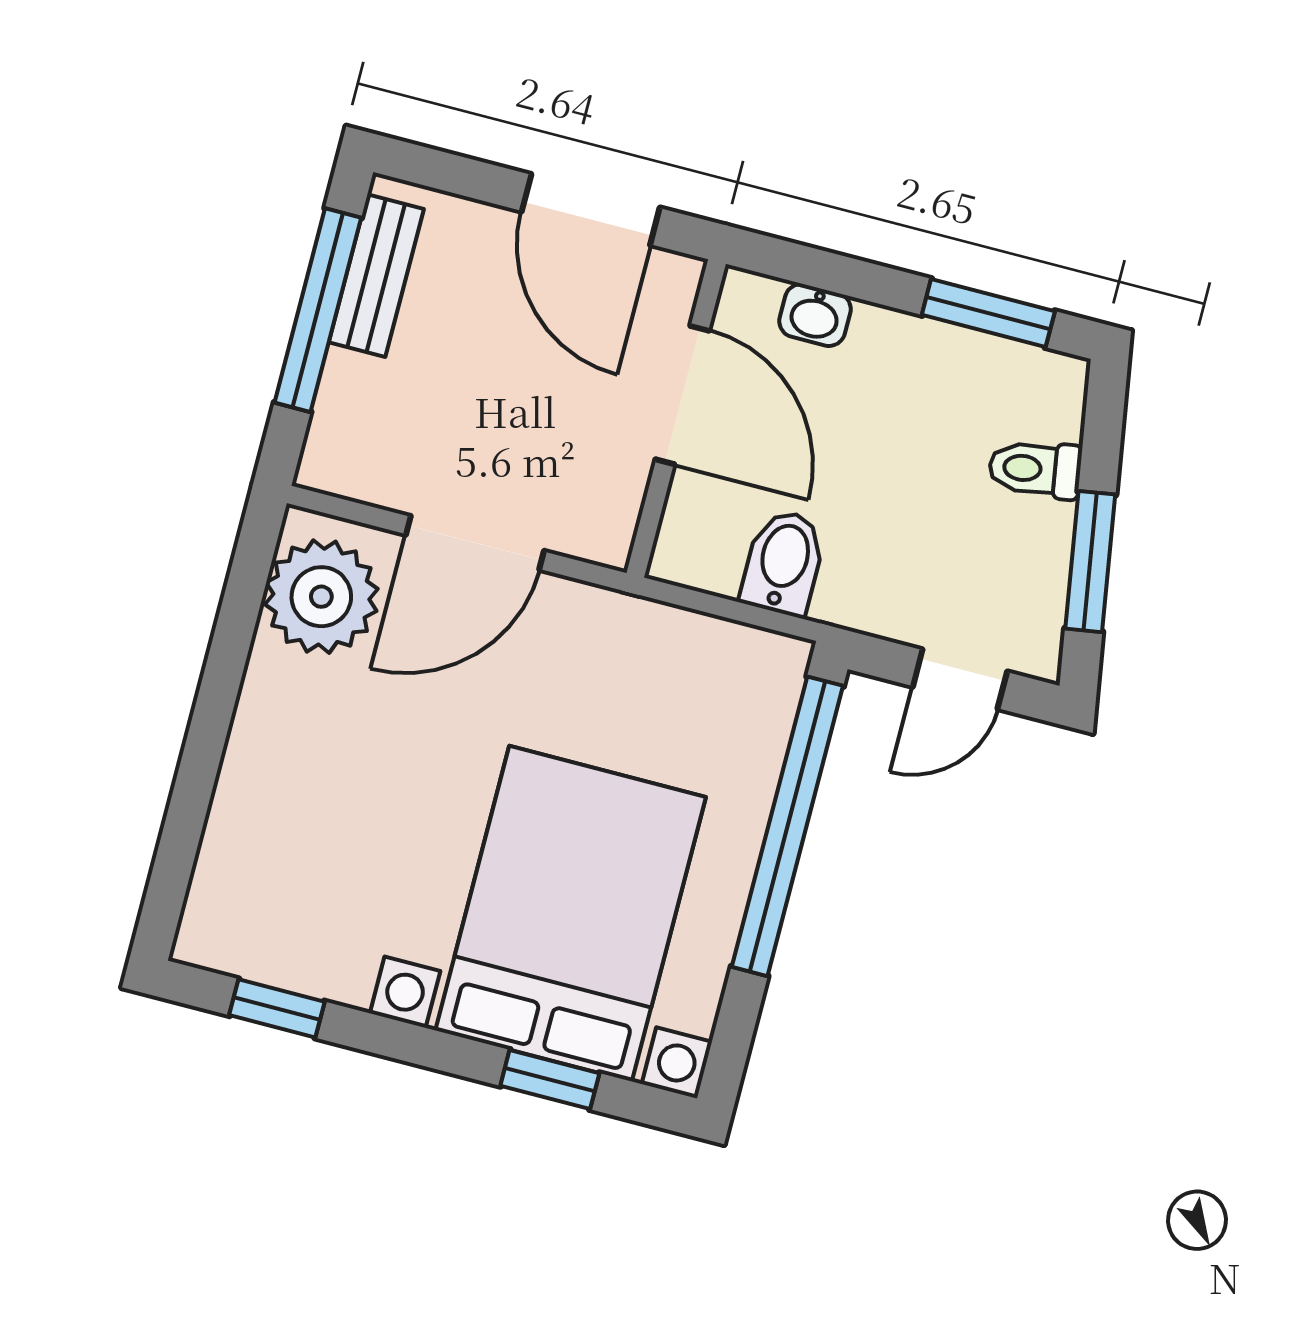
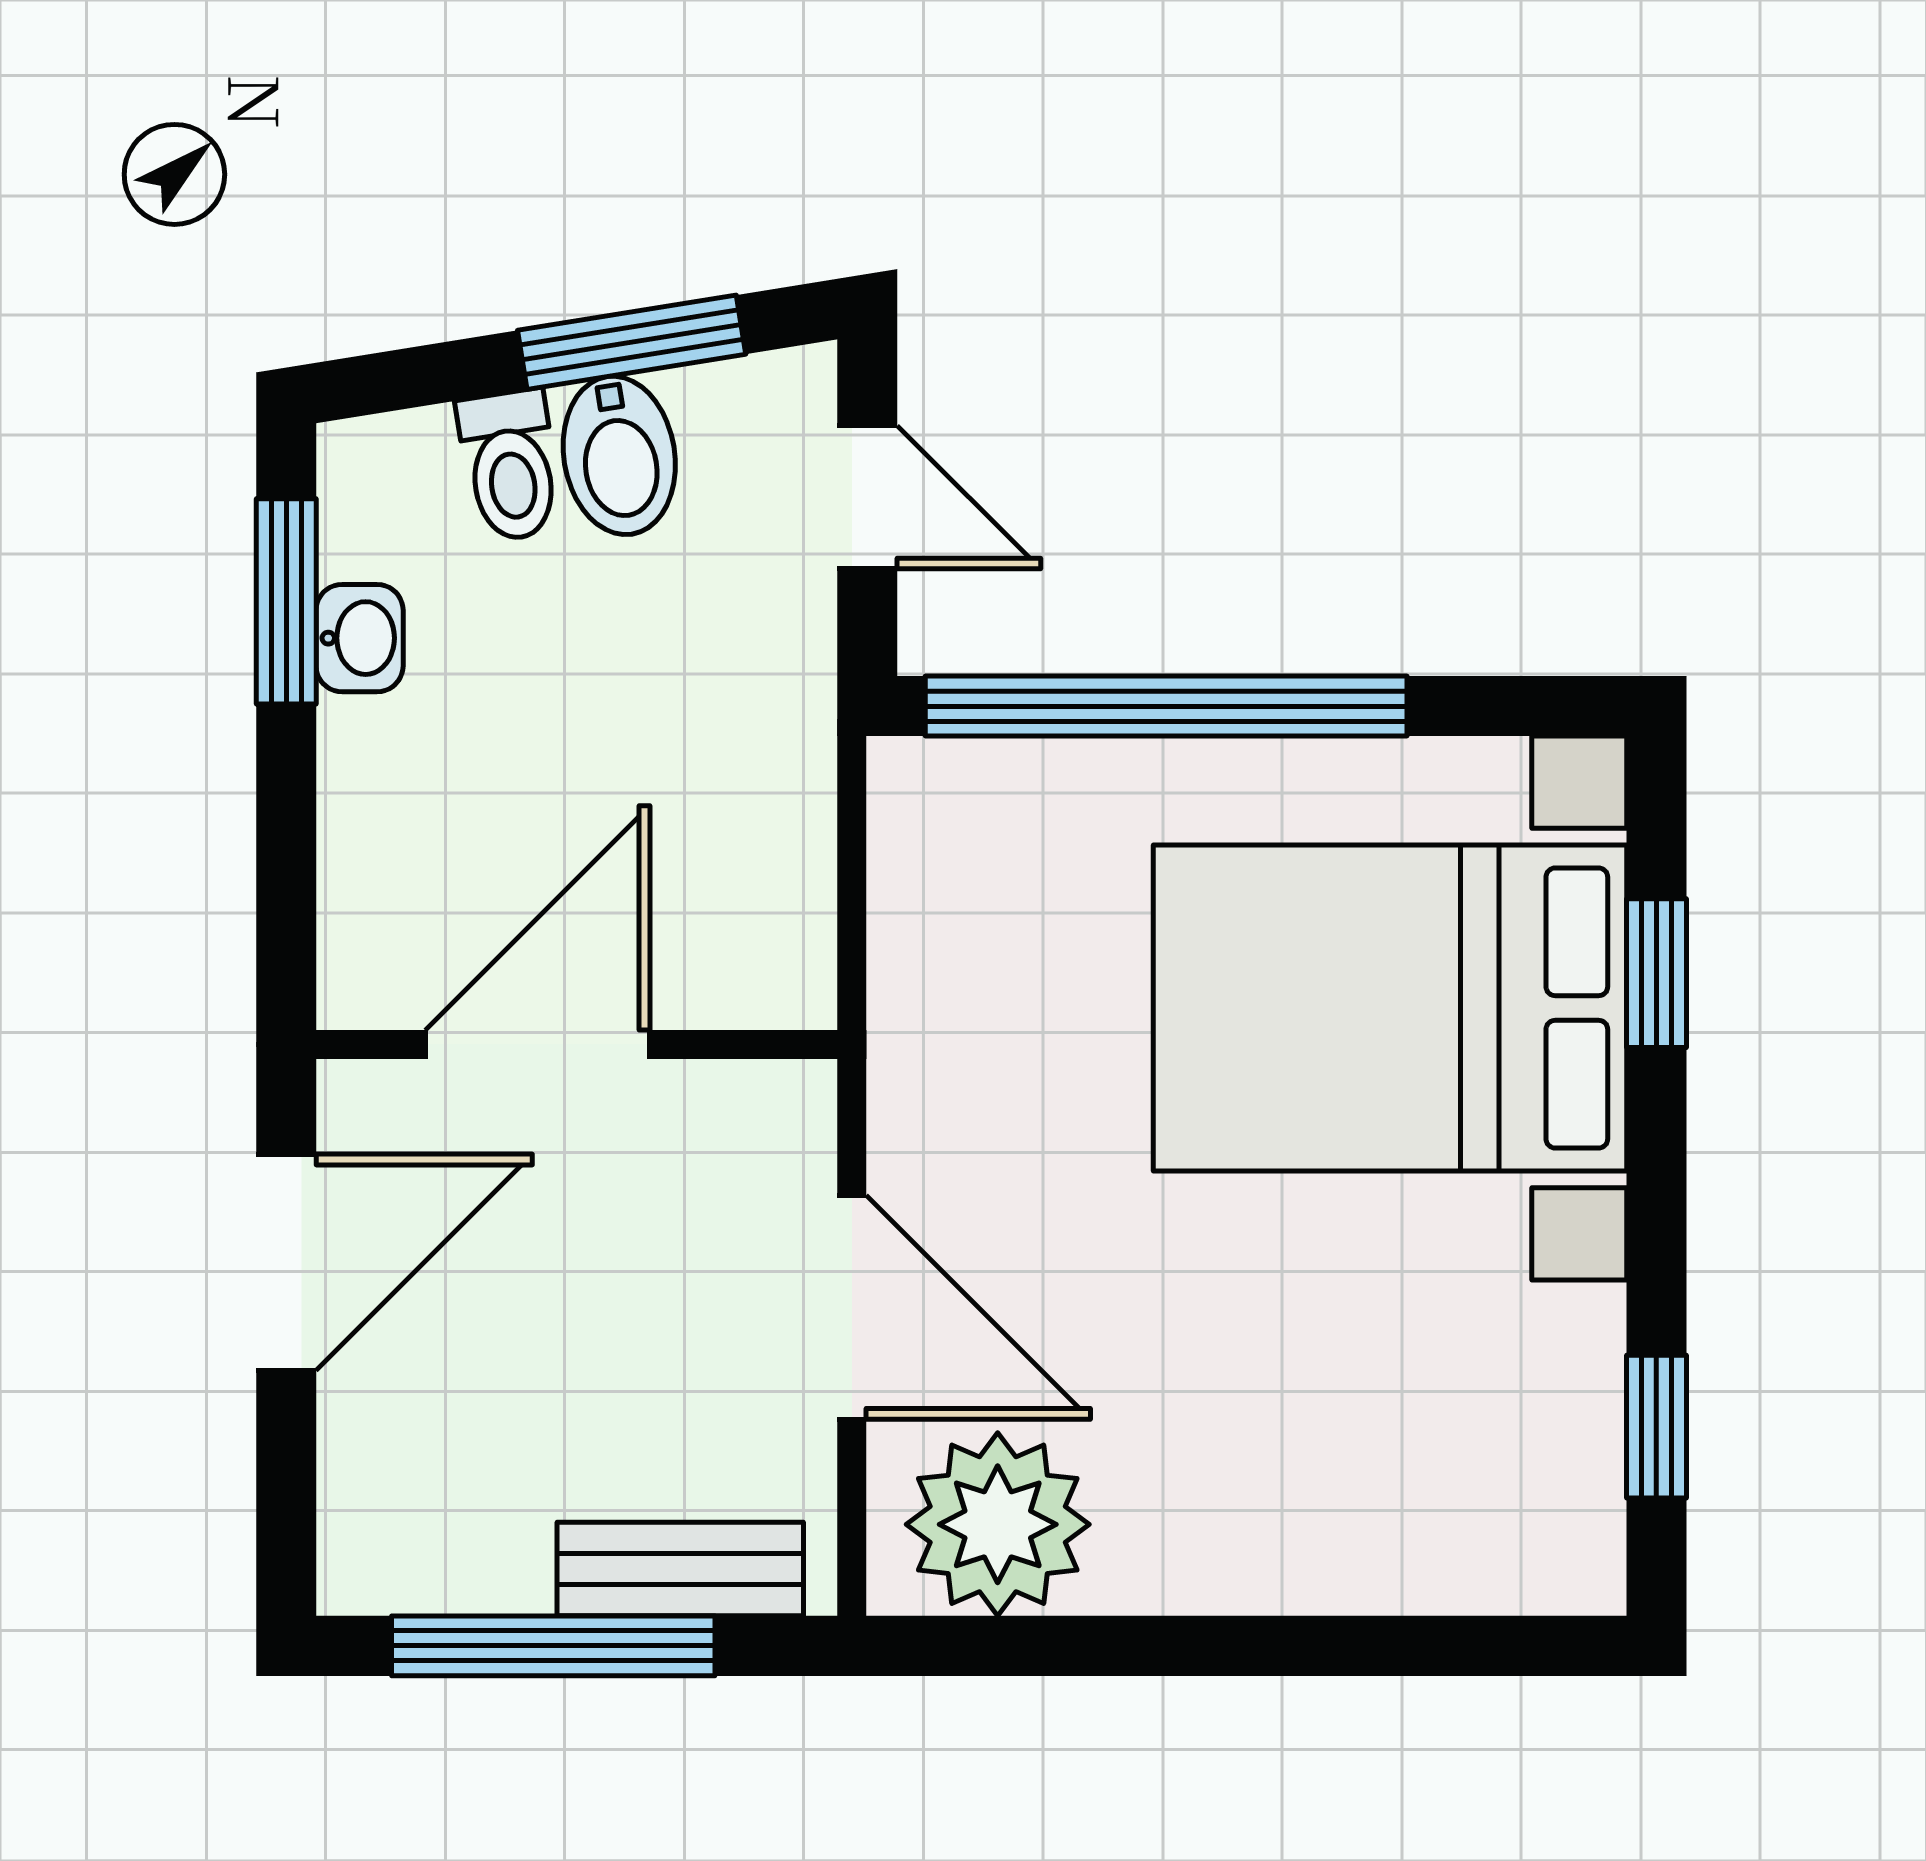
bench: (376, 276) -> (680, 1569), moved
washbasin: (815, 315) -> (360, 638), moved
bidet: (783, 563) -> (619, 455), moved, turned -99

